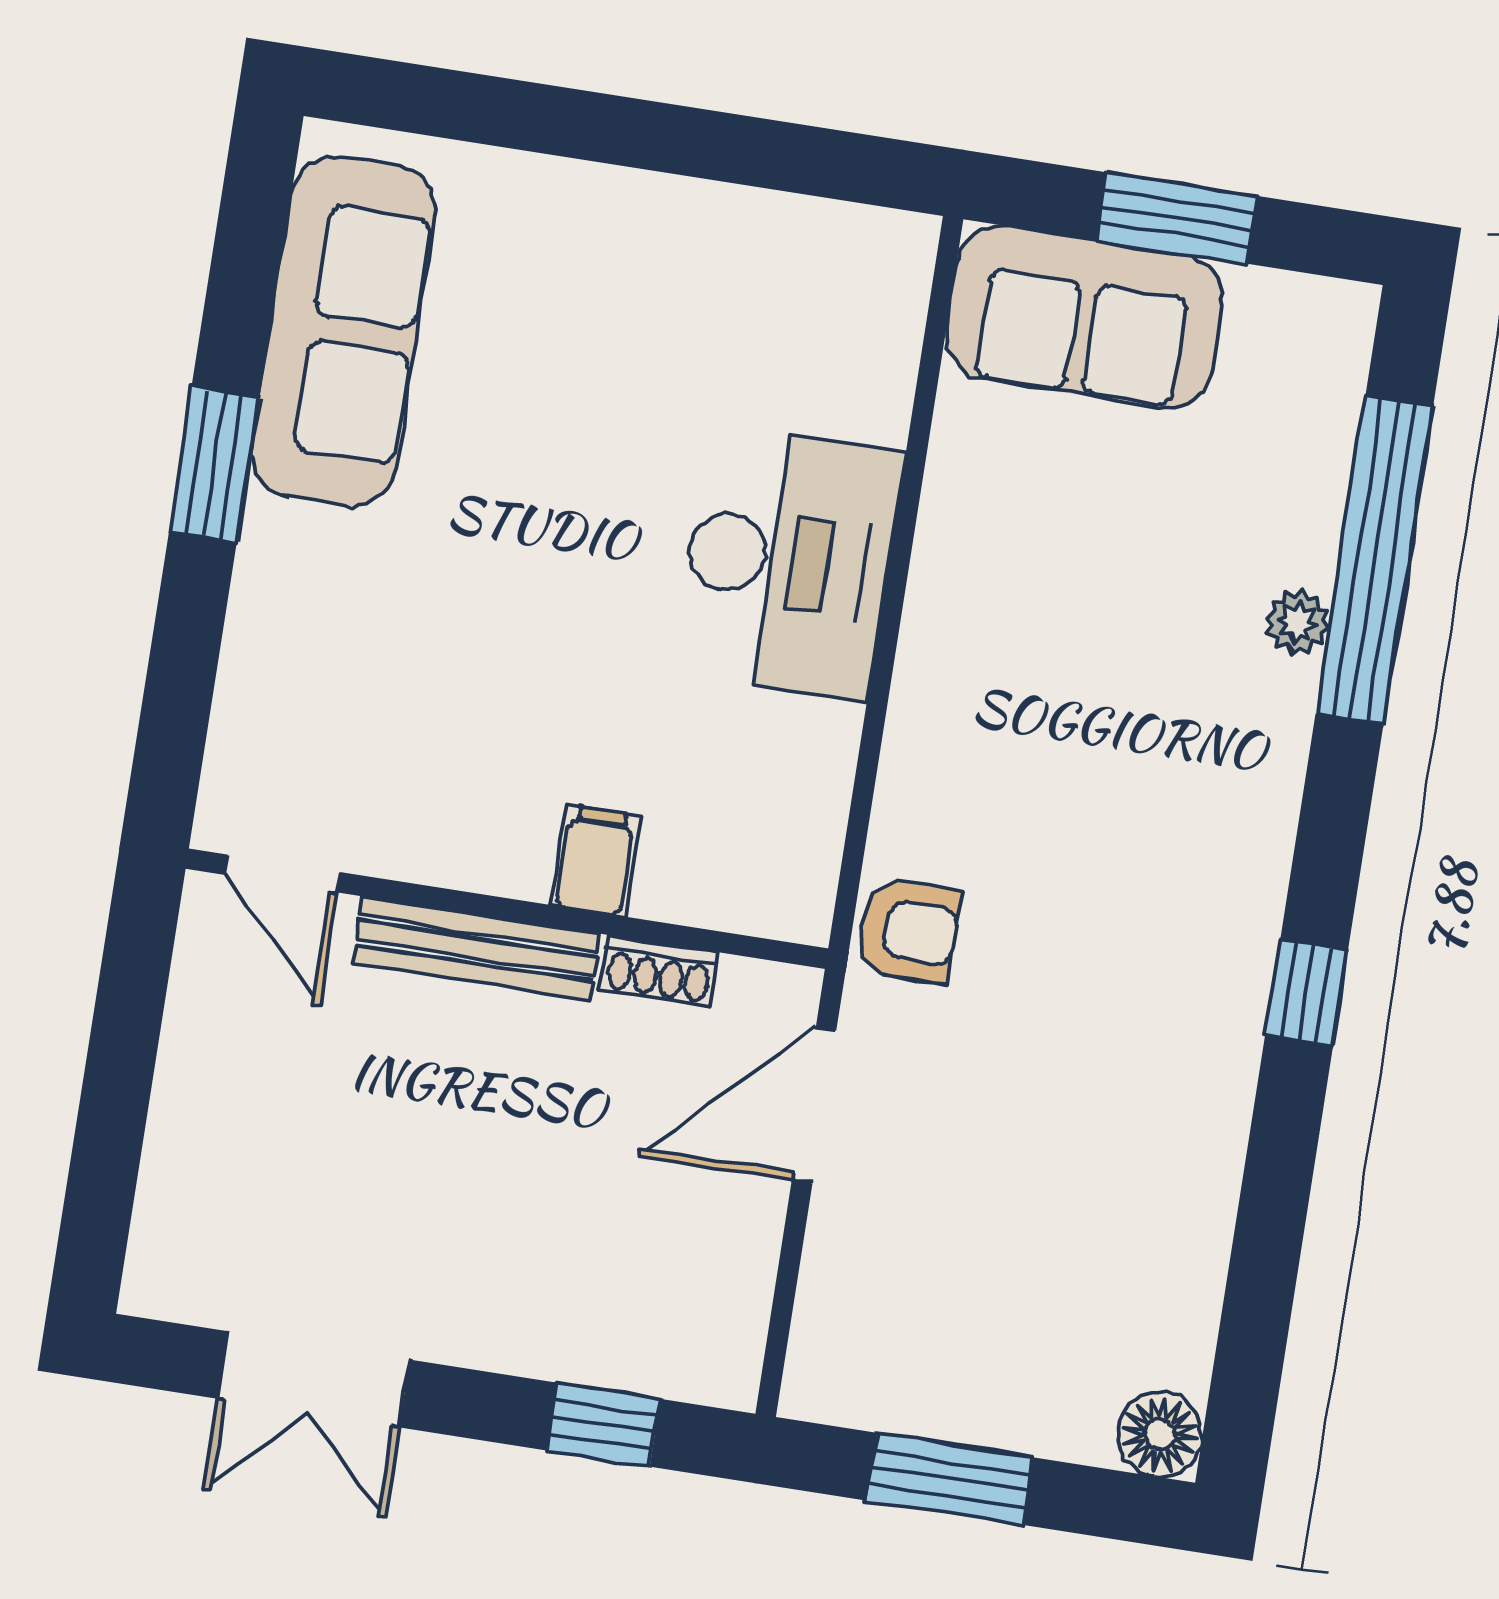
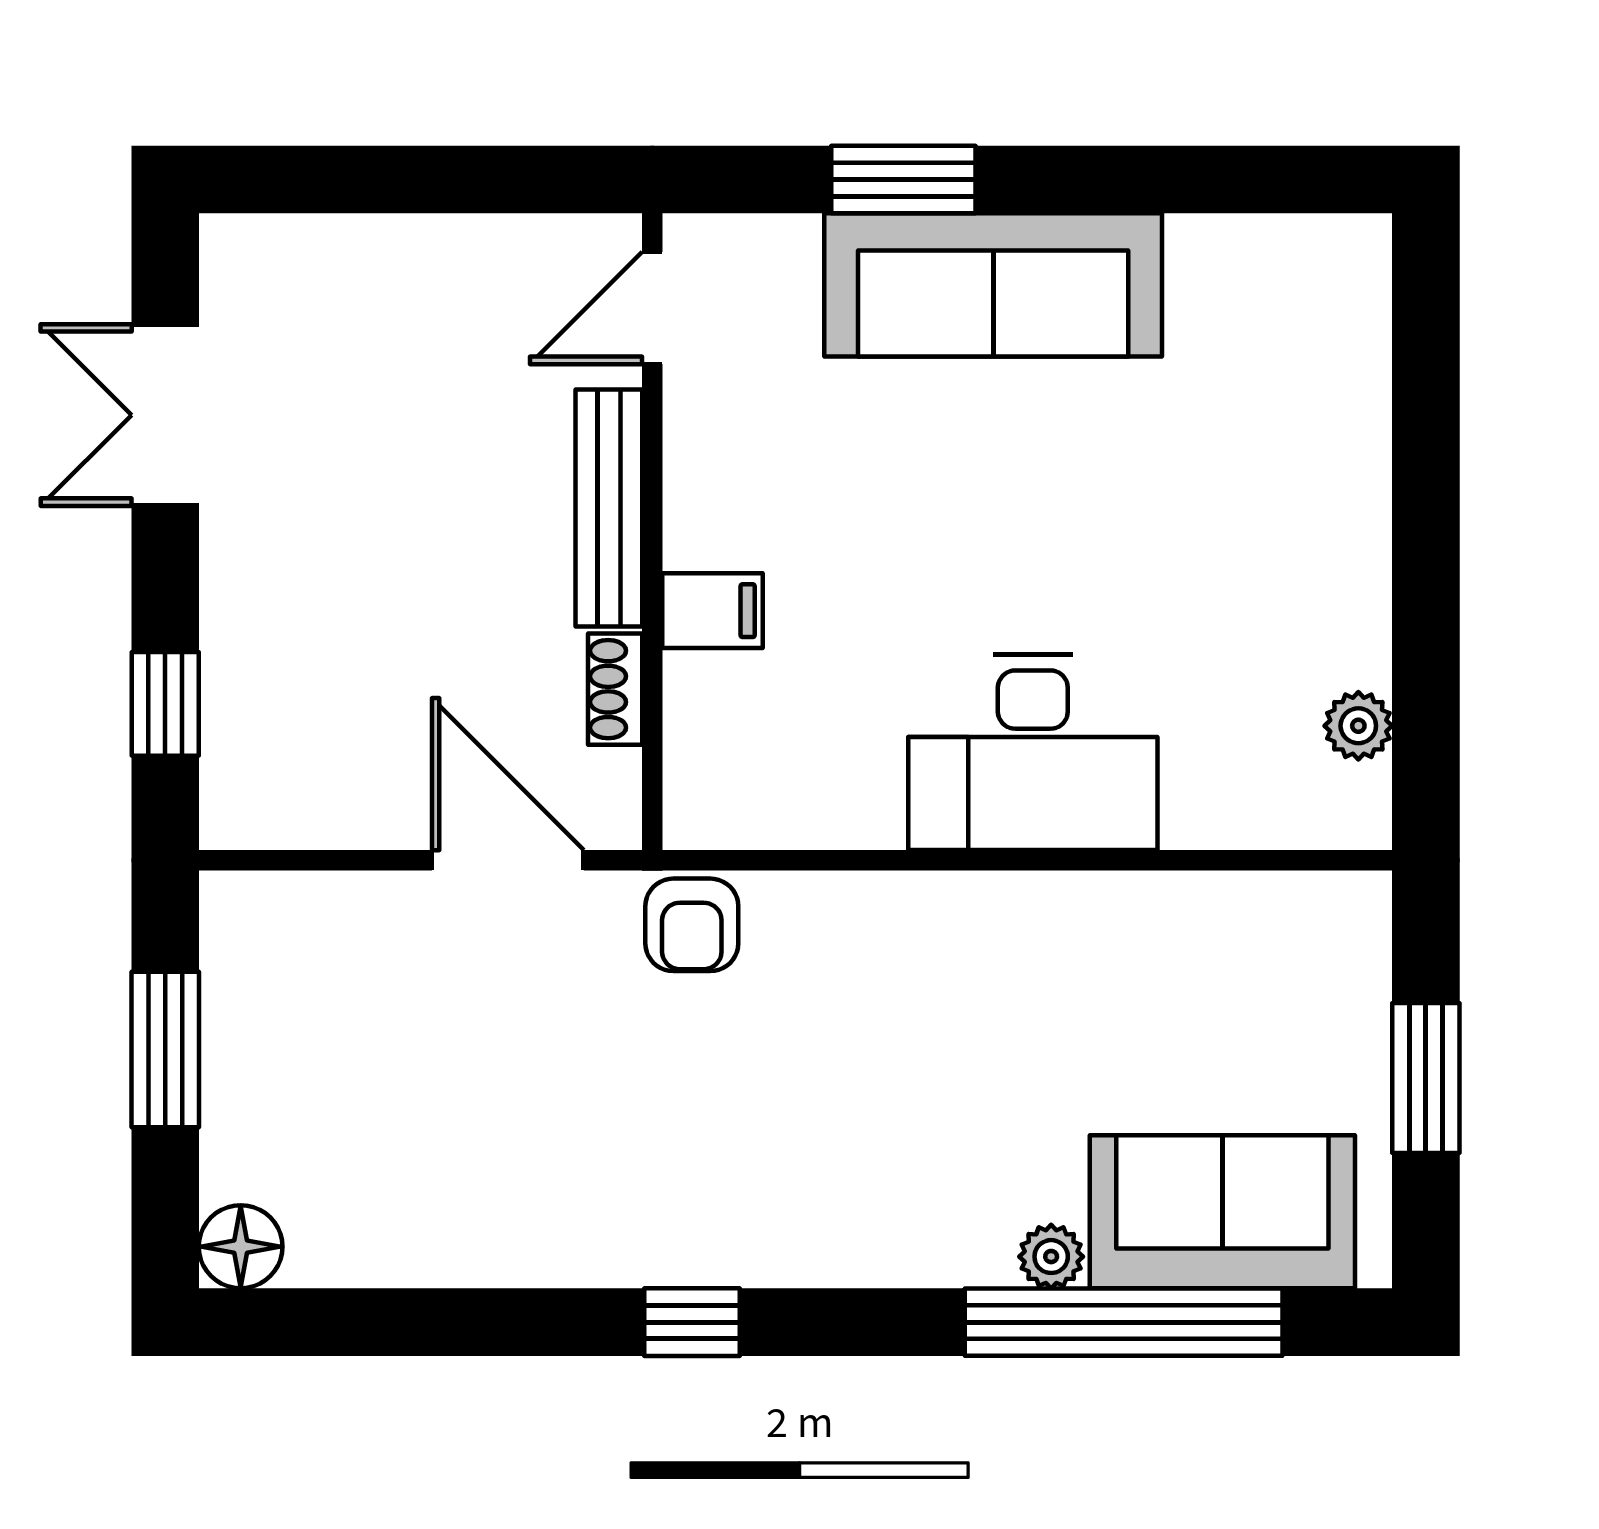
plant: (813, 230) -> (1358, 726), added
sofa: (1084, 317) -> (1222, 1212), moved, turned 90
sofa: (343, 332) -> (993, 285), moved
window: (214, 464) -> (903, 179), moved

